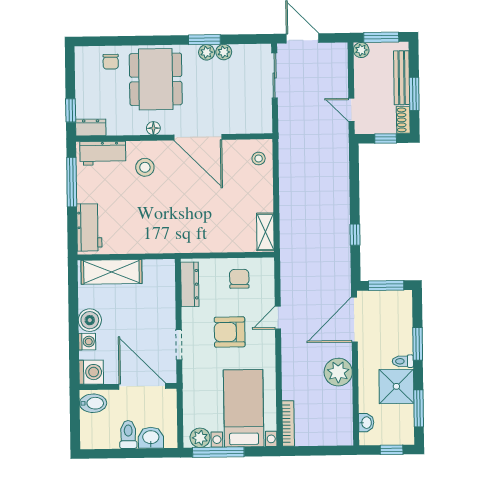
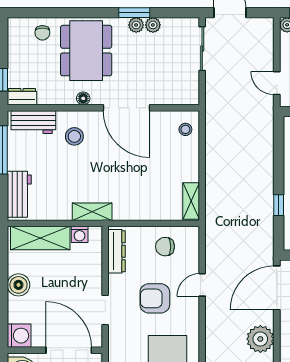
shelving: (164, 244) -> (92, 212), added
chair: (239, 279) -> (165, 247), turned -90
washing machine: (87, 342) -> (80, 234), moved, turned 90

